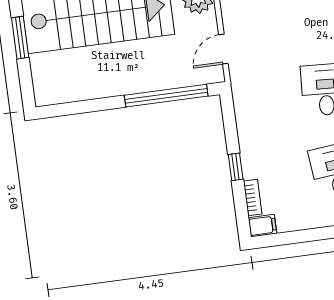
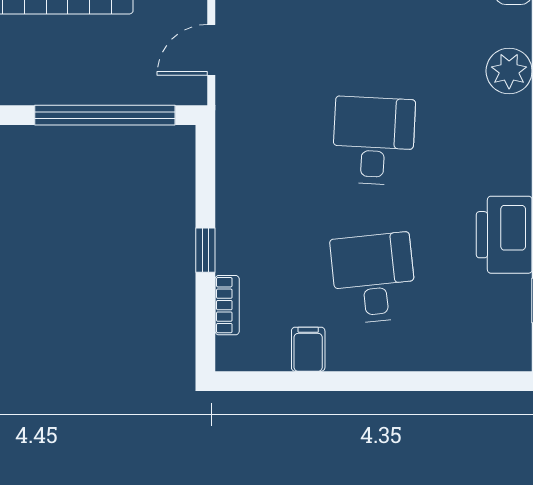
filing cabinet: (262, 226) -> (308, 349), moved, turned -90

